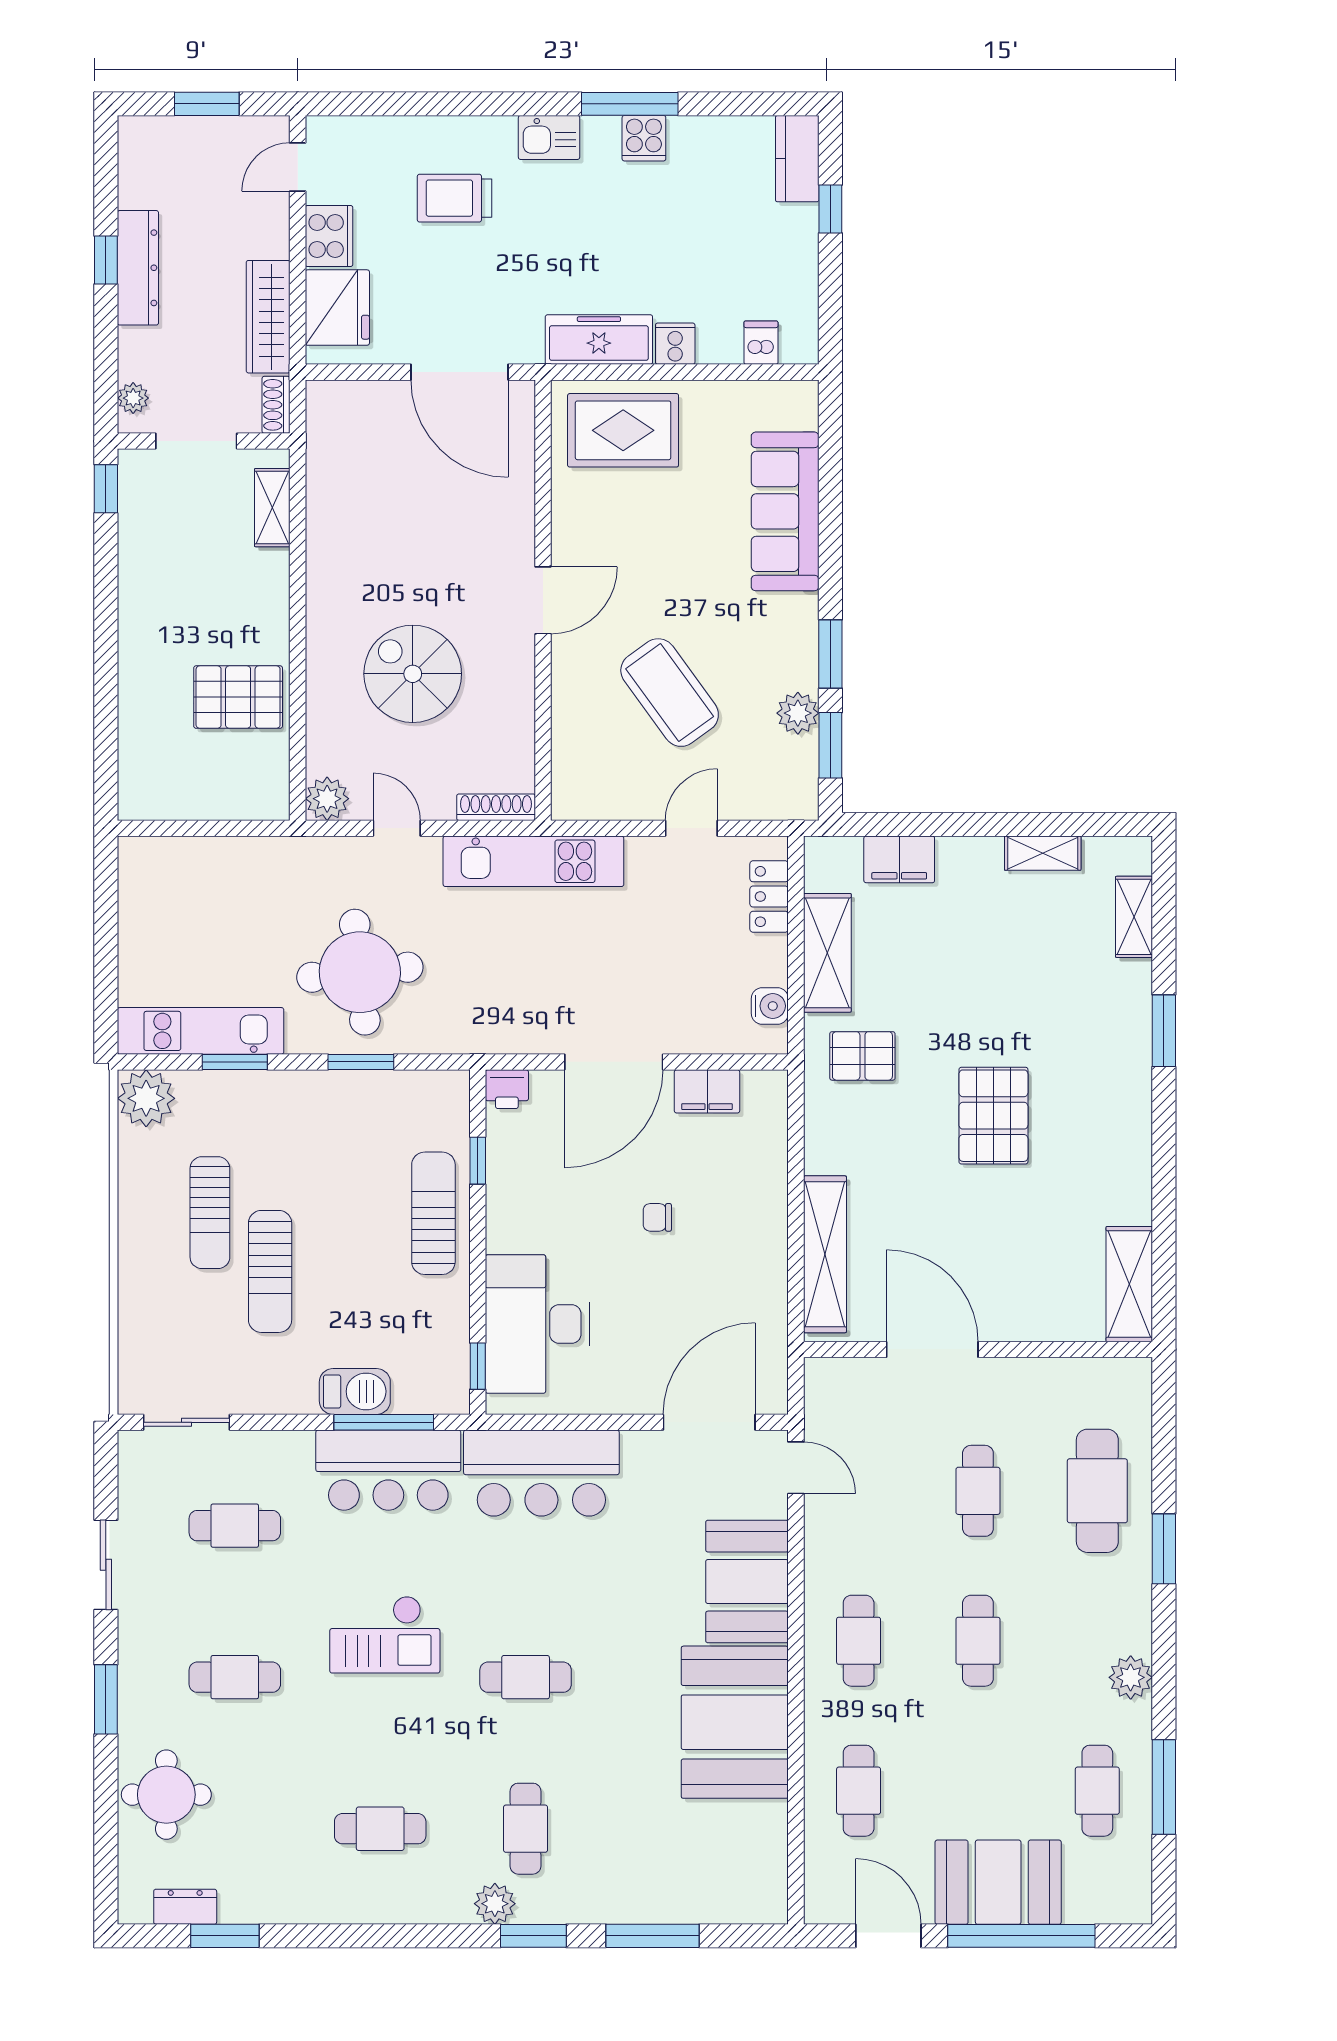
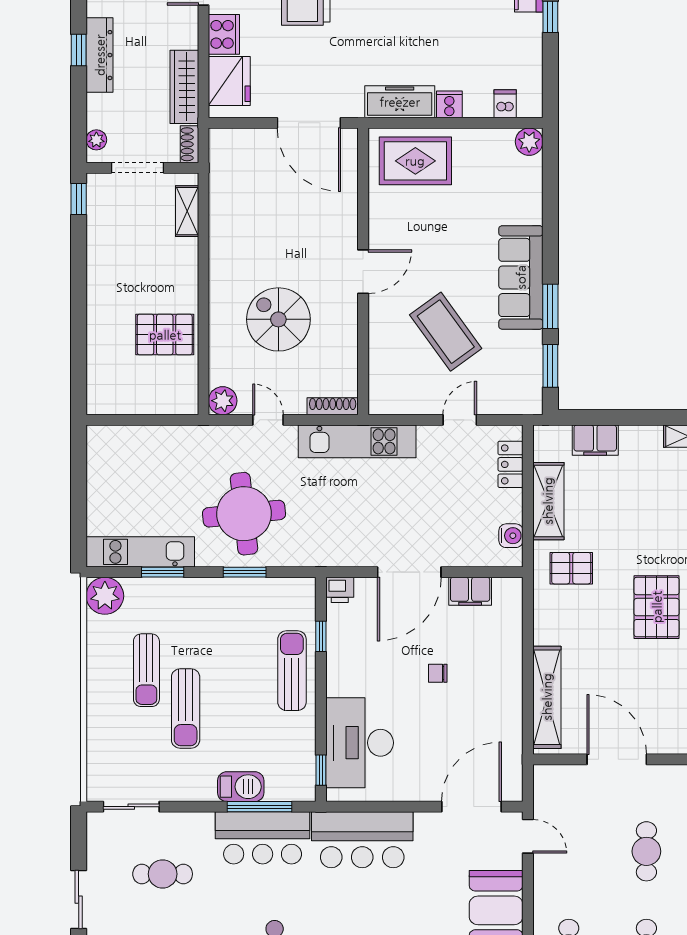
sofa: (785, 511) -> (521, 277), moved
plant: (798, 713) -> (529, 142), moved

